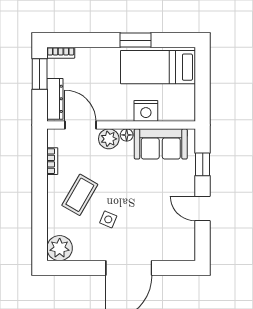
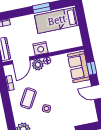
nightstand: (146, 111) -> (40, 48), moved
door: (81, 125) -> (21, 60), swing flipped
sofa: (161, 144) -> (79, 67), moved, turned 90

